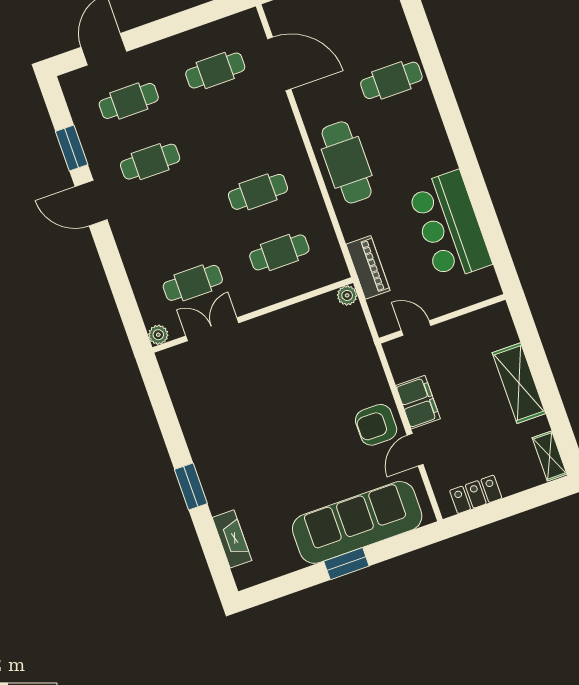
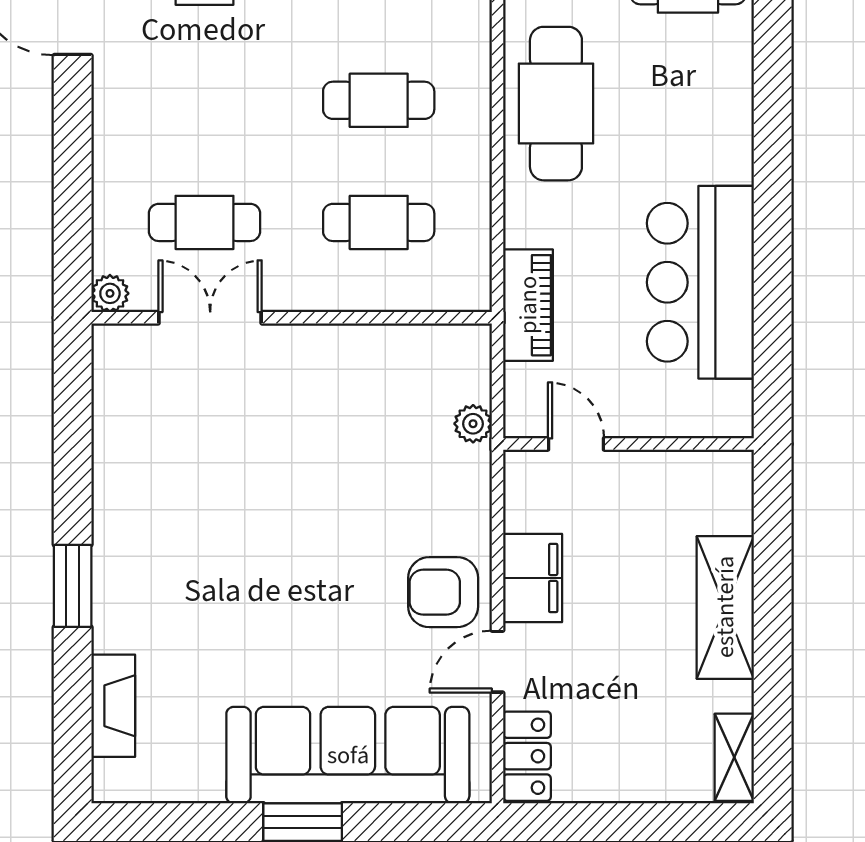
plant: (347, 295) -> (473, 424), moved
locker: (476, 494) -> (527, 756), moved, turned 90

